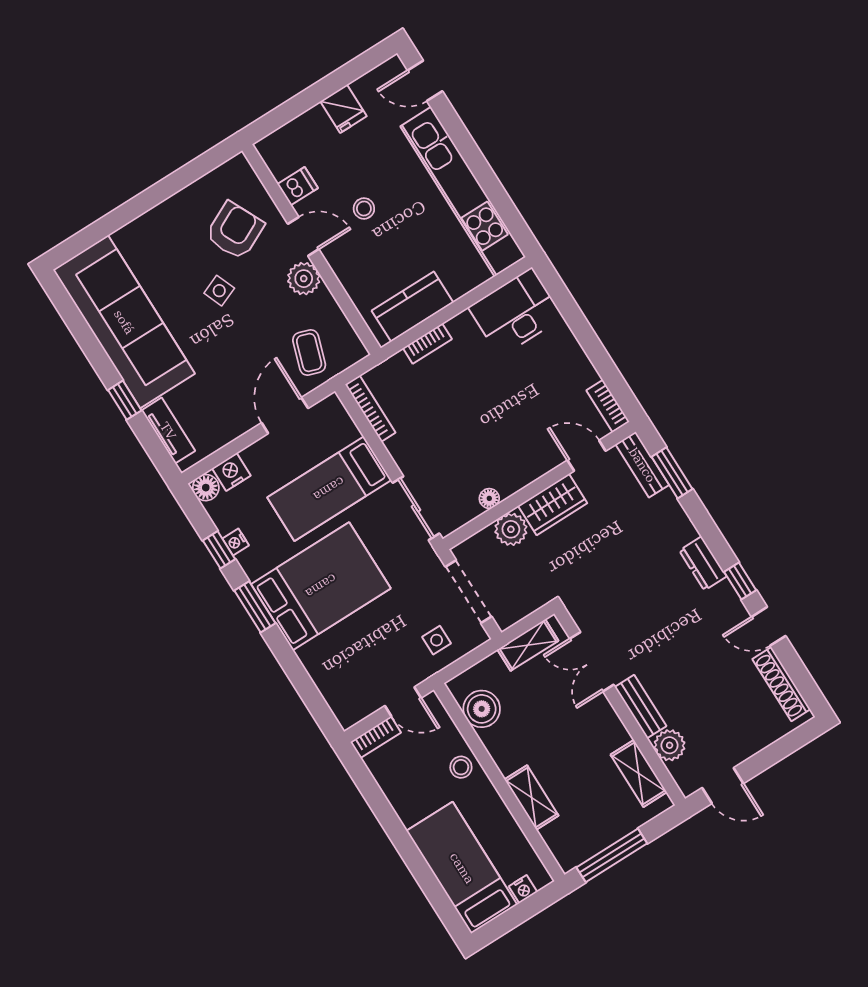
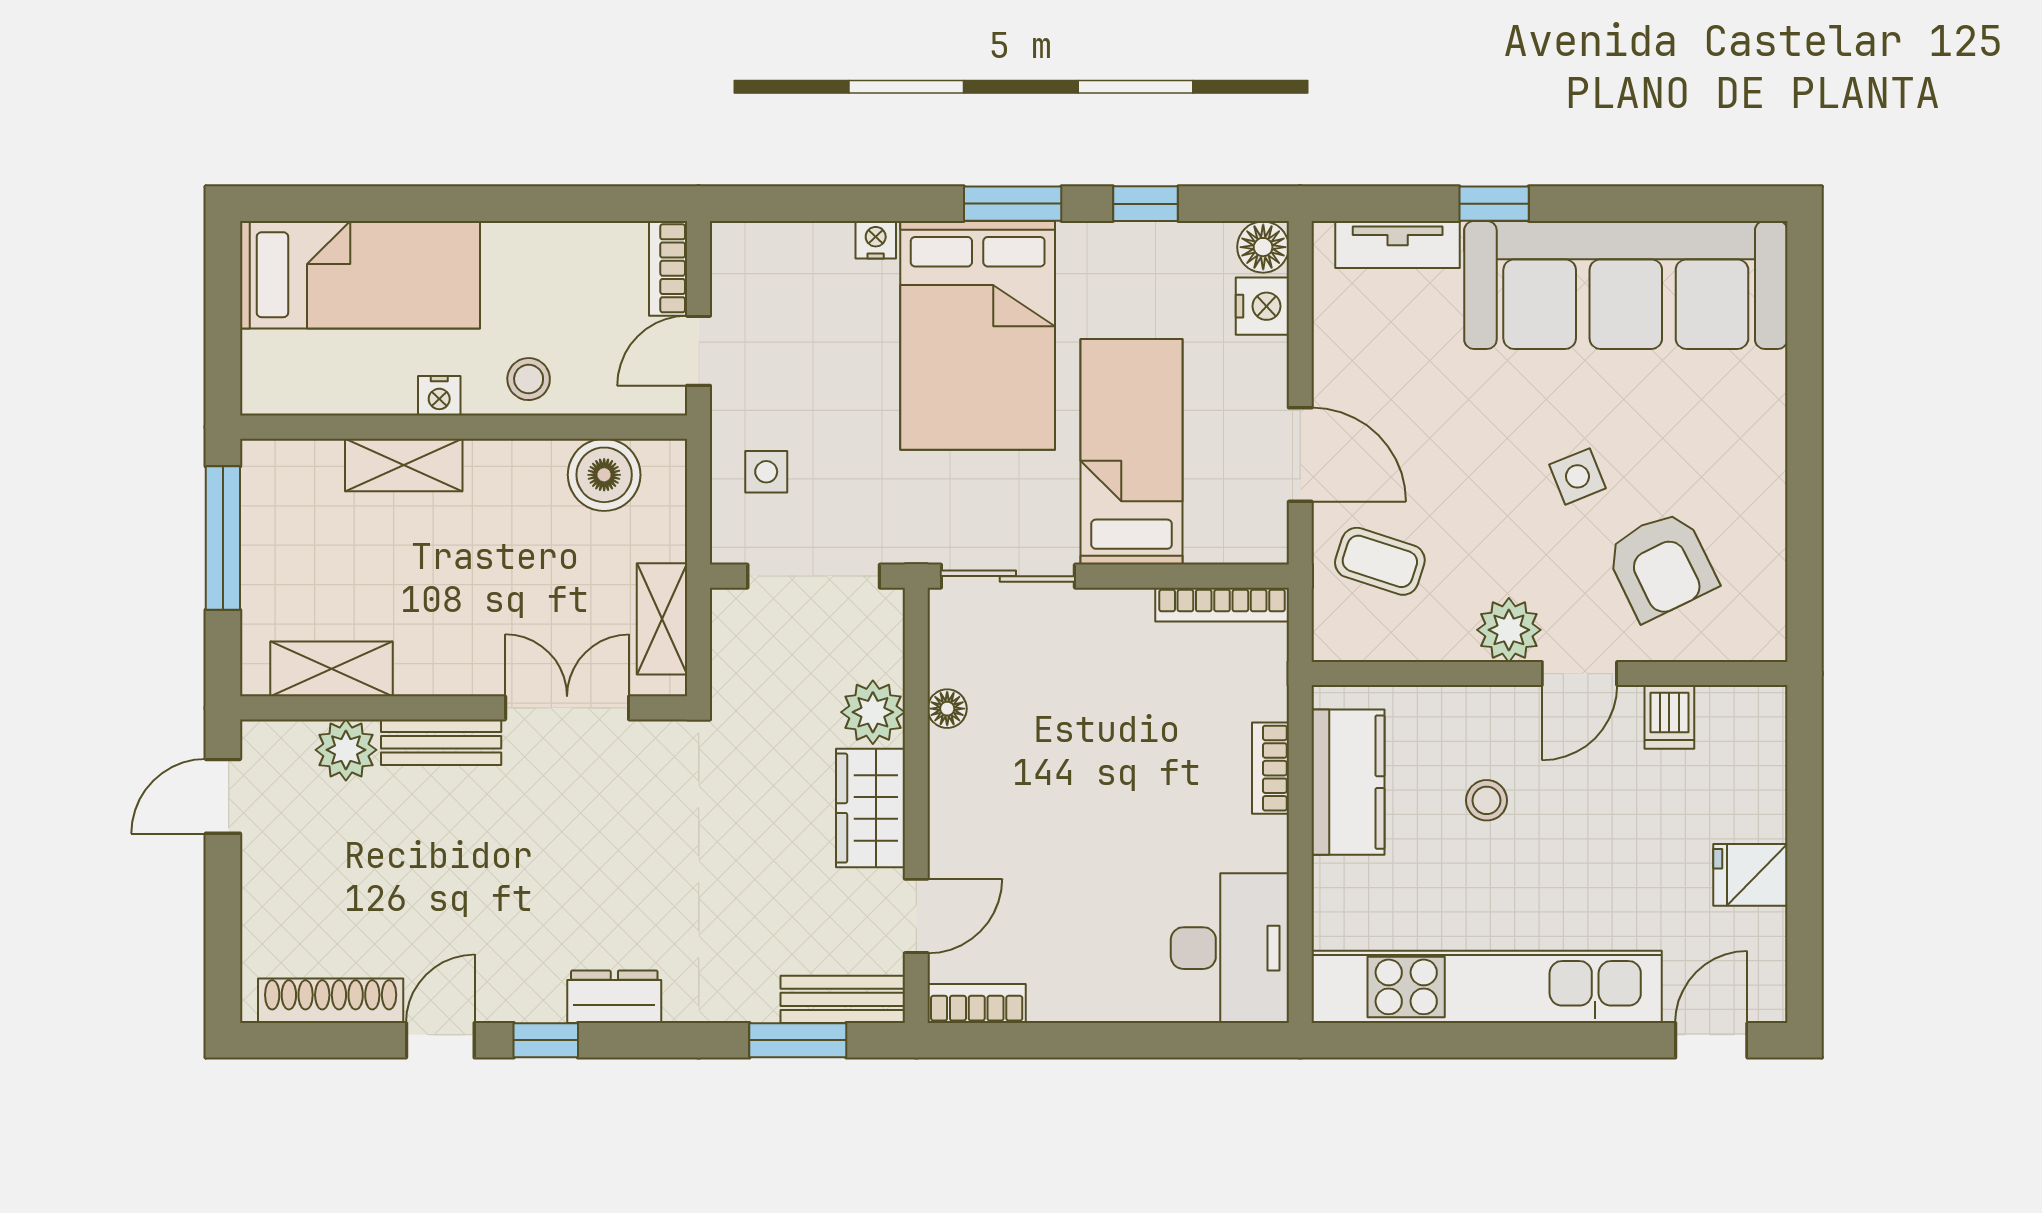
stool: (364, 209) -> (1487, 800), moved
nightstand: (236, 542) -> (876, 240), moved
nightstand: (523, 889) -> (439, 396), moved, turned -90

